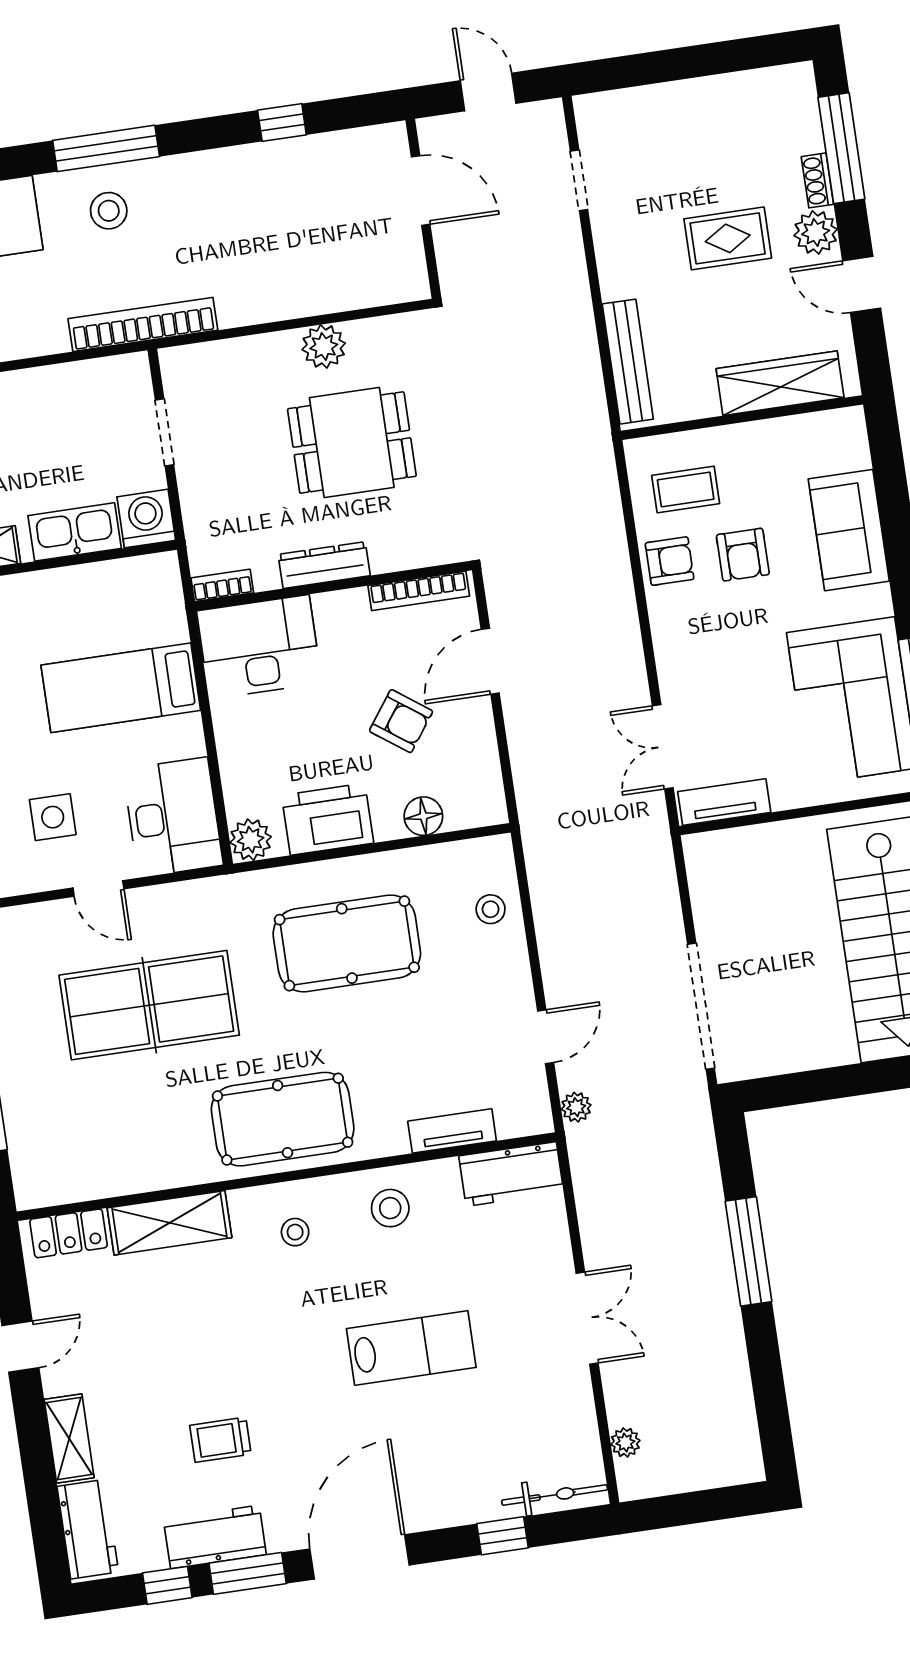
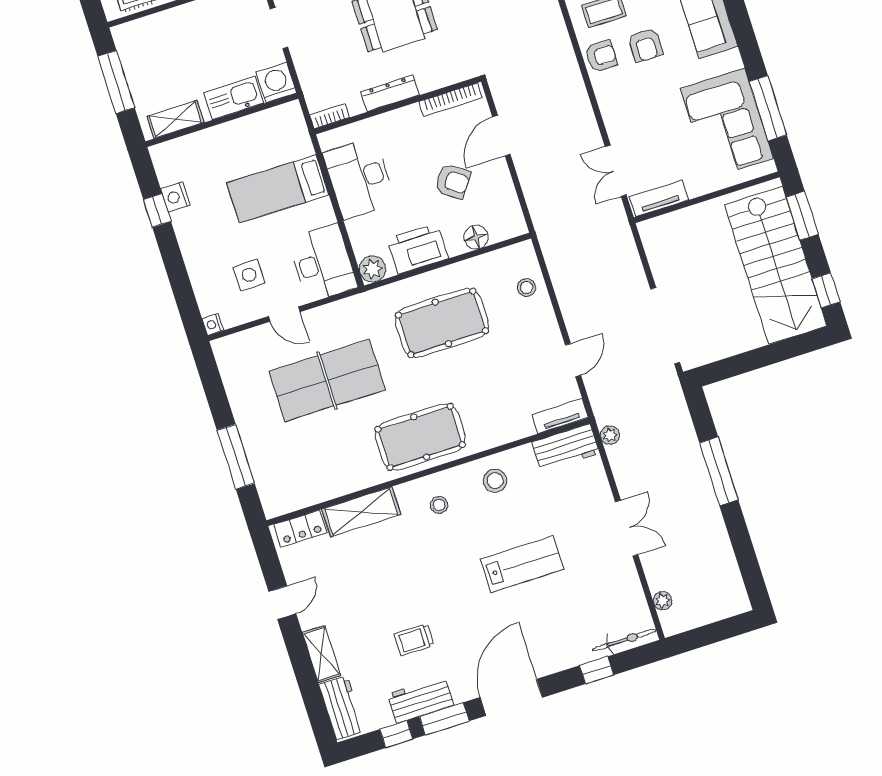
desk: (259, 647) -> (359, 178), moved, turned -90
plant: (576, 1107) -> (610, 435), moved
tv unit: (452, 1131) -> (560, 416), moved

